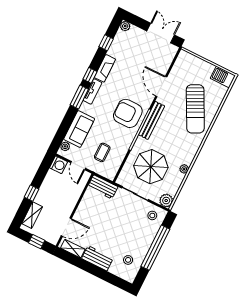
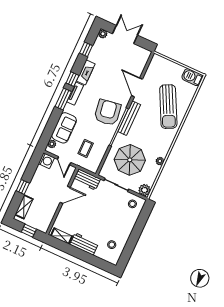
double door: (161, 33) -> (125, 34), moved
armchair: (128, 113) -> (108, 112), turned 81
door: (66, 227) -> (65, 195), moved
window: (155, 248) -> (136, 233), removed

